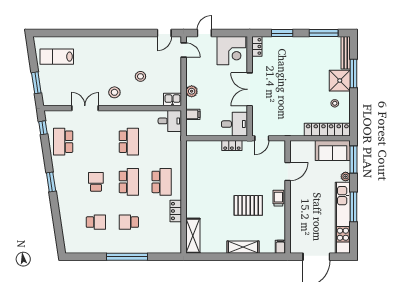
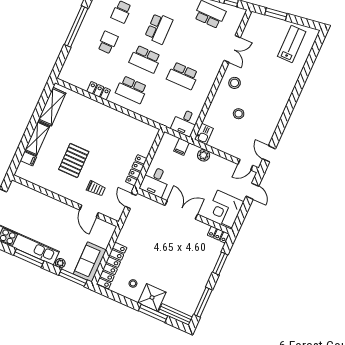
locker: (232, 146) -> (136, 170), width x1.53
school desk: (96, 182) -> (159, 29), width x1.85
trolley: (278, 198) -> (96, 188), moved
shelving: (193, 236) -> (52, 107), moved, turned 90
filing cabinet: (280, 247) -> (28, 159), moved

